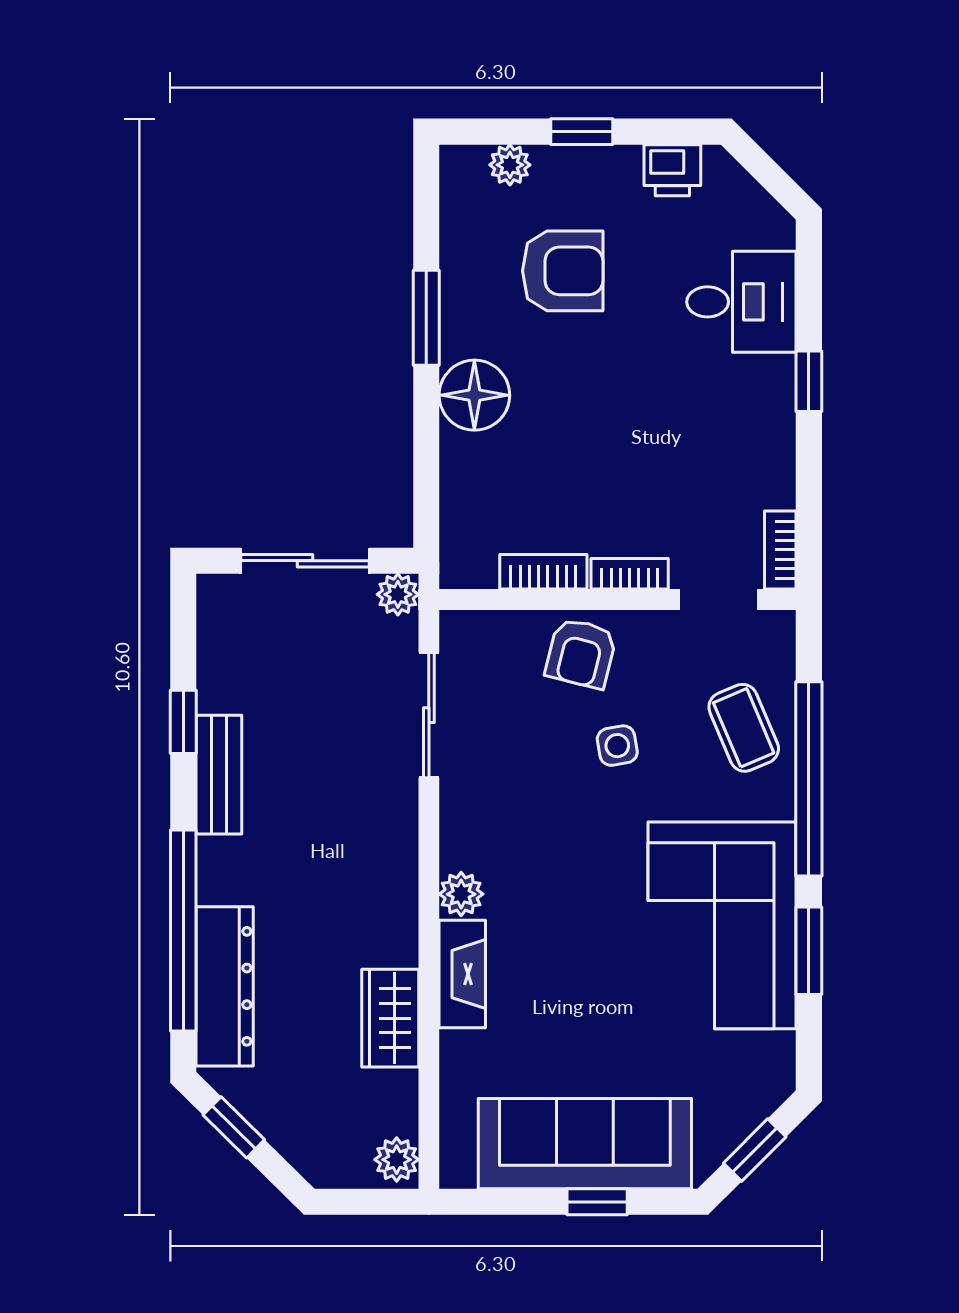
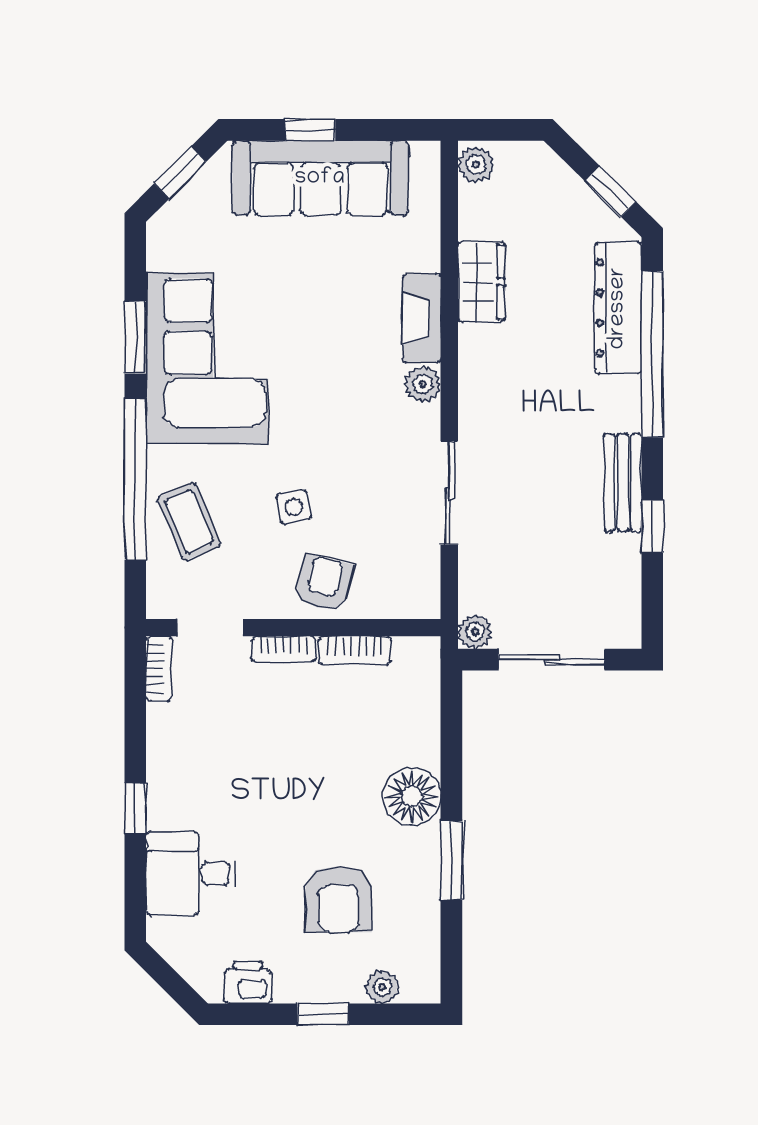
armchair: (563, 271) -> (339, 899), turned -90
sliding door: (429, 715) -> (449, 493), moved

